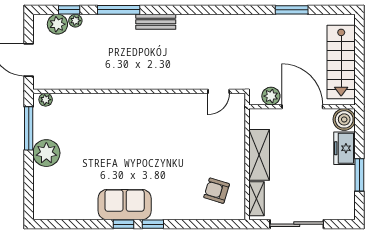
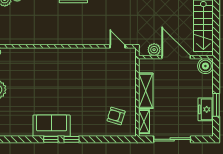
door: (219, 91) -> (117, 46), swing flipped
freezer: (344, 148) -> (206, 109), moved

